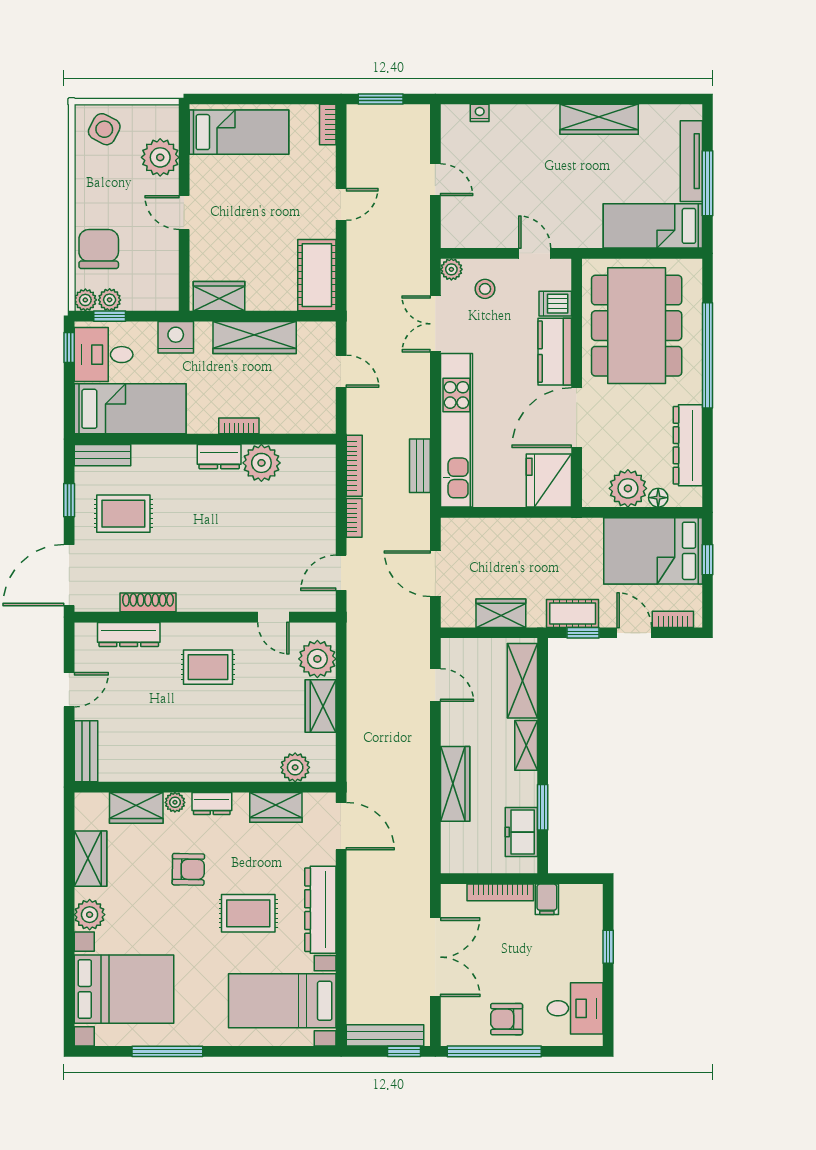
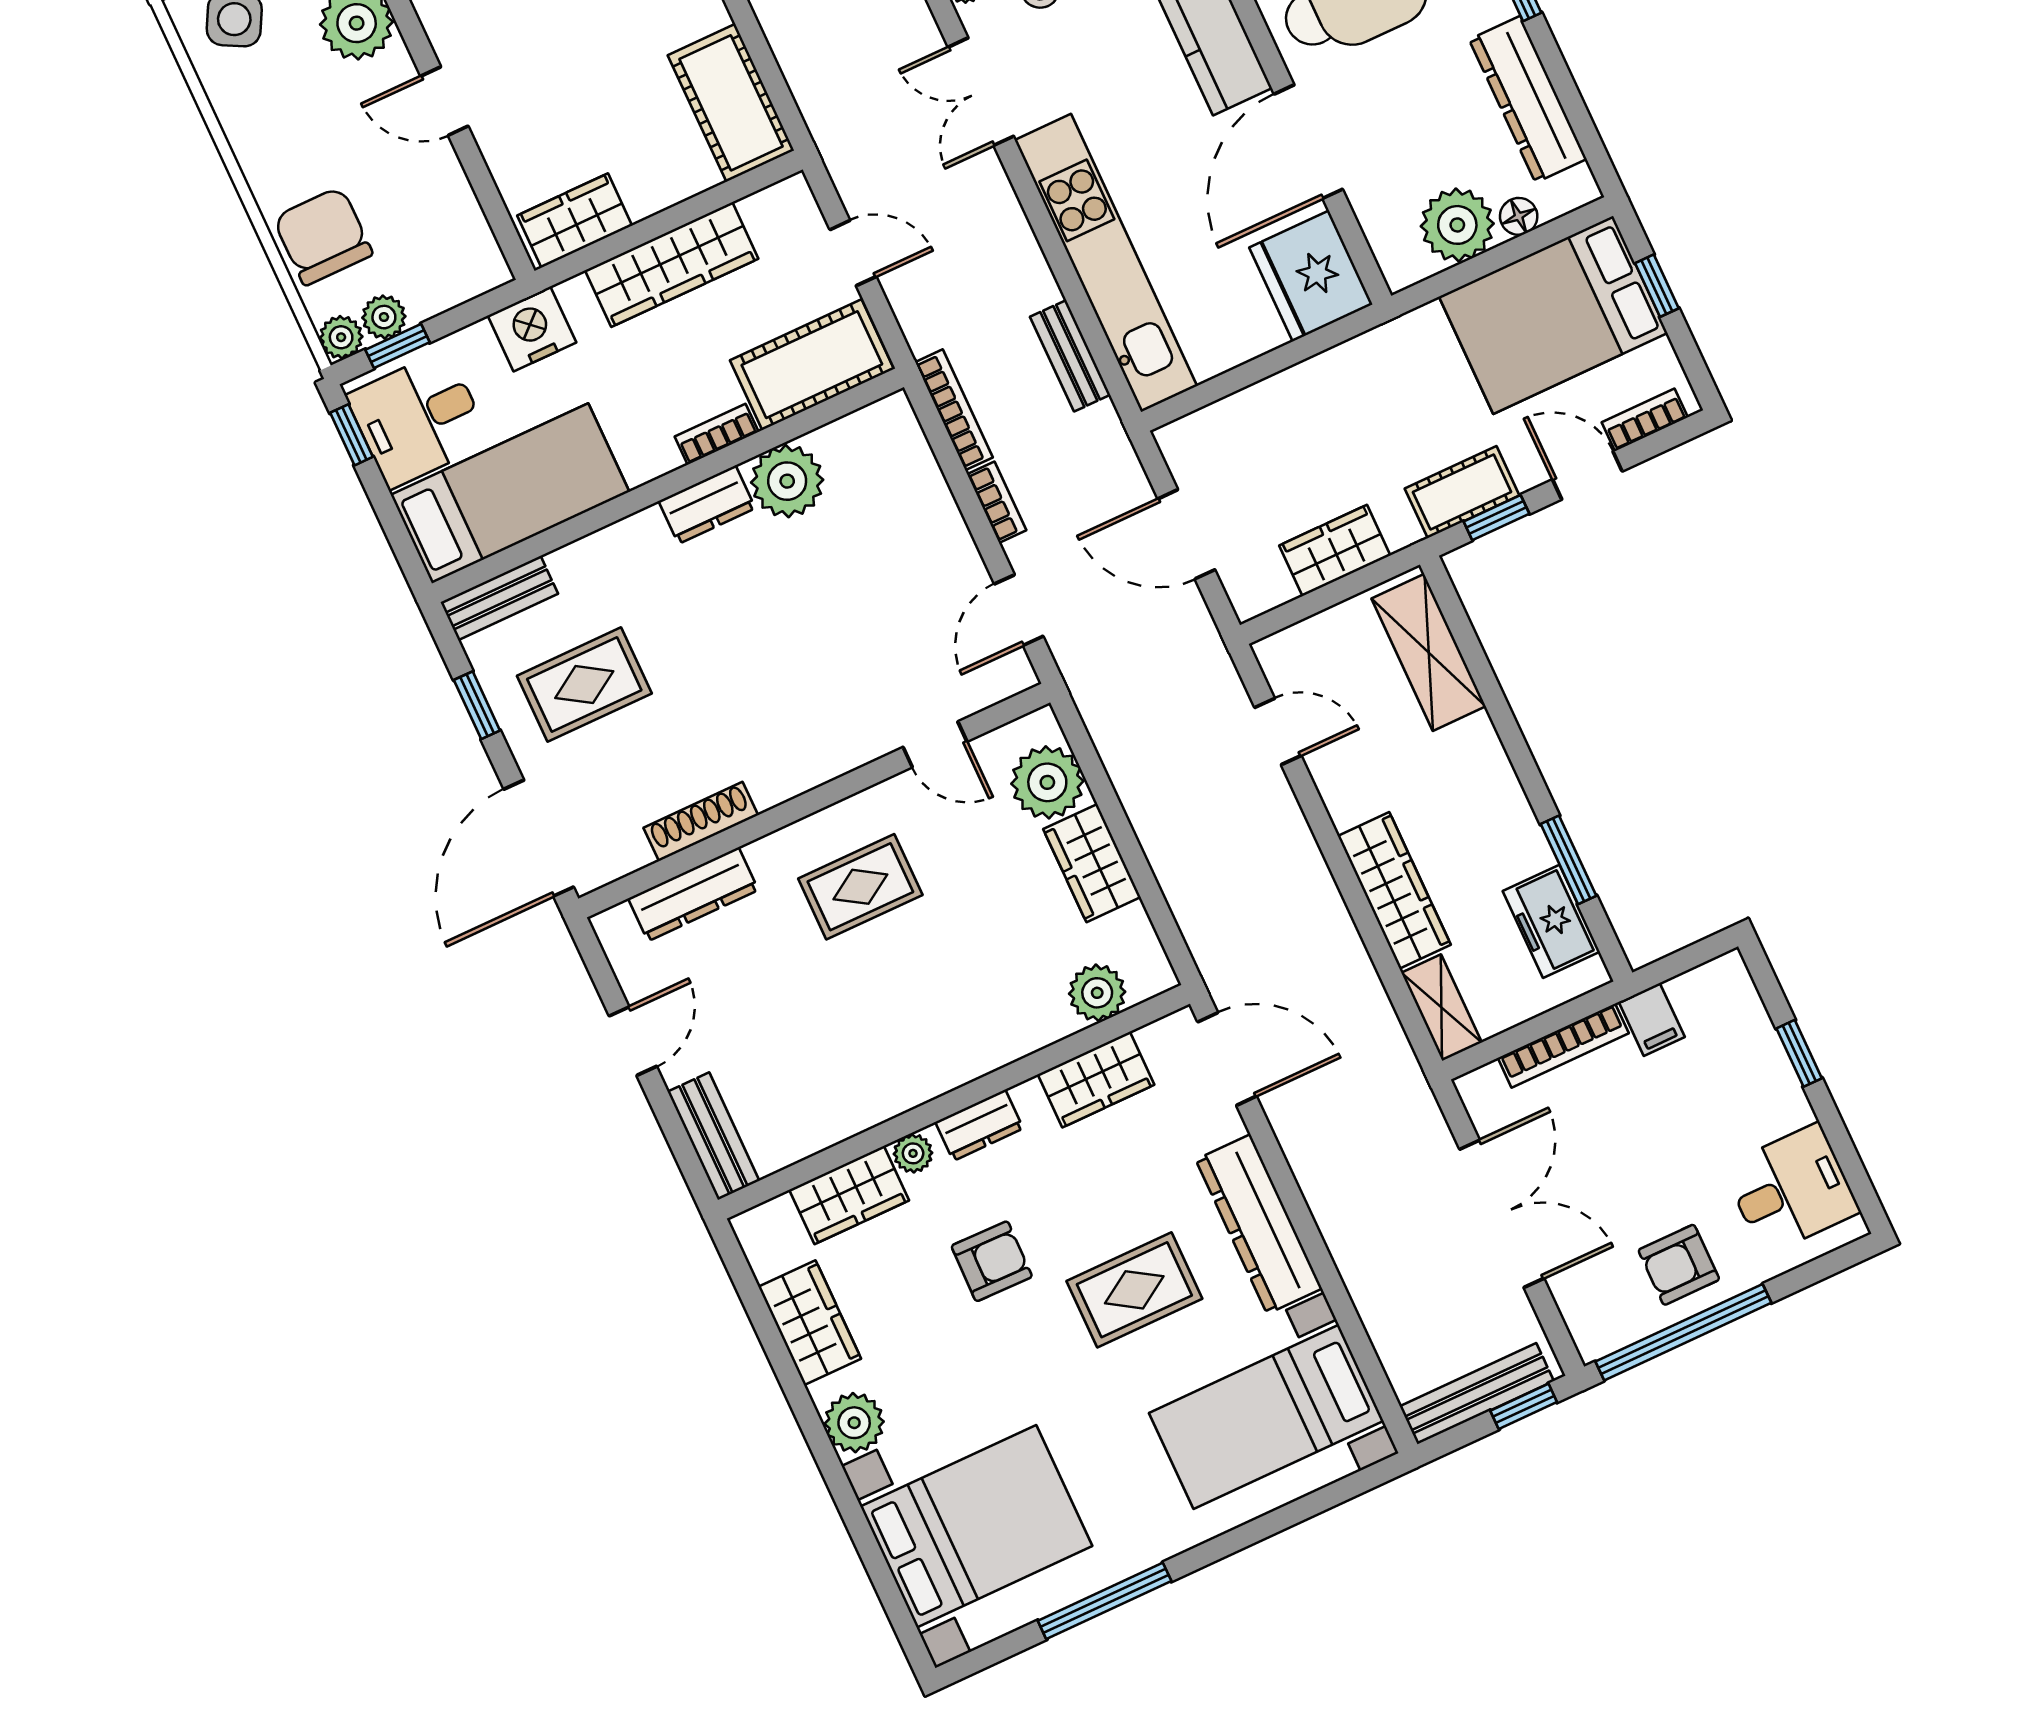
cot: (298, 414) -> (812, 365), added
shelving: (526, 745) -> (1442, 1008), moved

